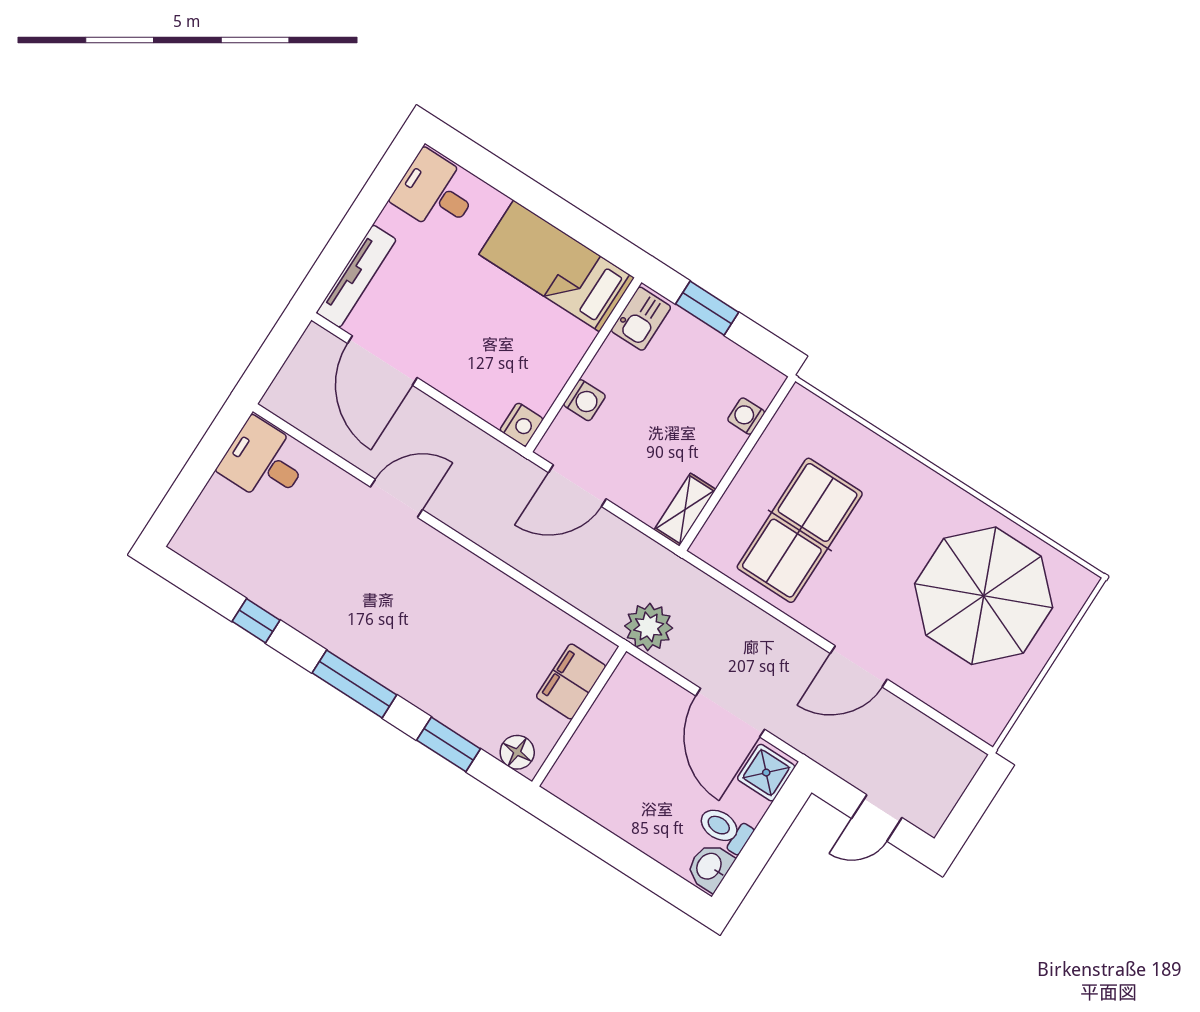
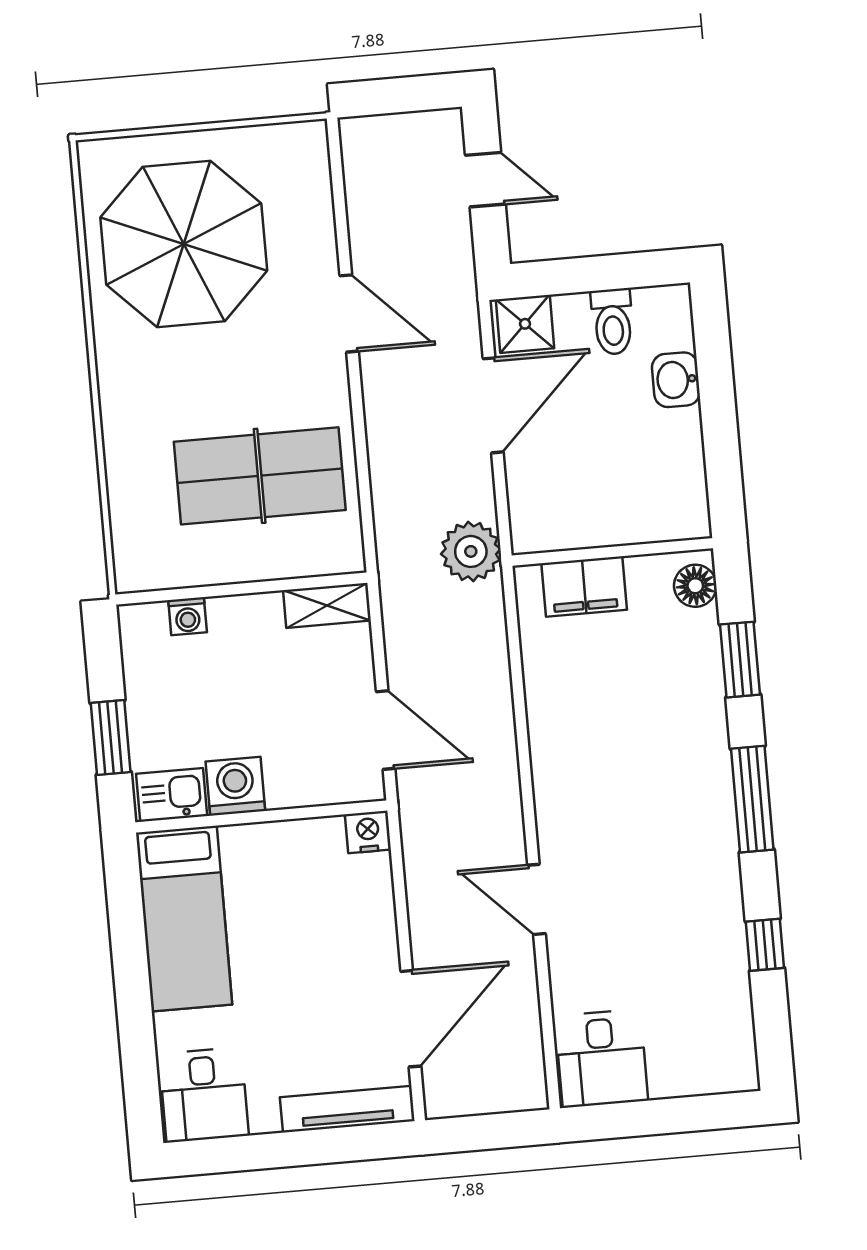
washing machine: (584, 400) -> (235, 786), moved, width x1.38, depth x1.38
washbasin: (710, 867) -> (676, 380), moved, turned 90

